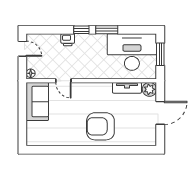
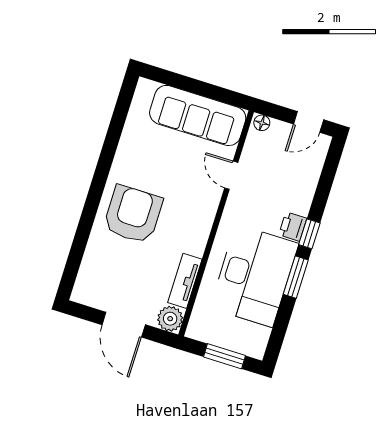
printer: (68, 40) -> (293, 227), moved
desk: (132, 52) -> (254, 276), moved
door: (63, 81) -> (231, 175), hinge flipped
sofa: (37, 102) -> (198, 115), width x1.36

